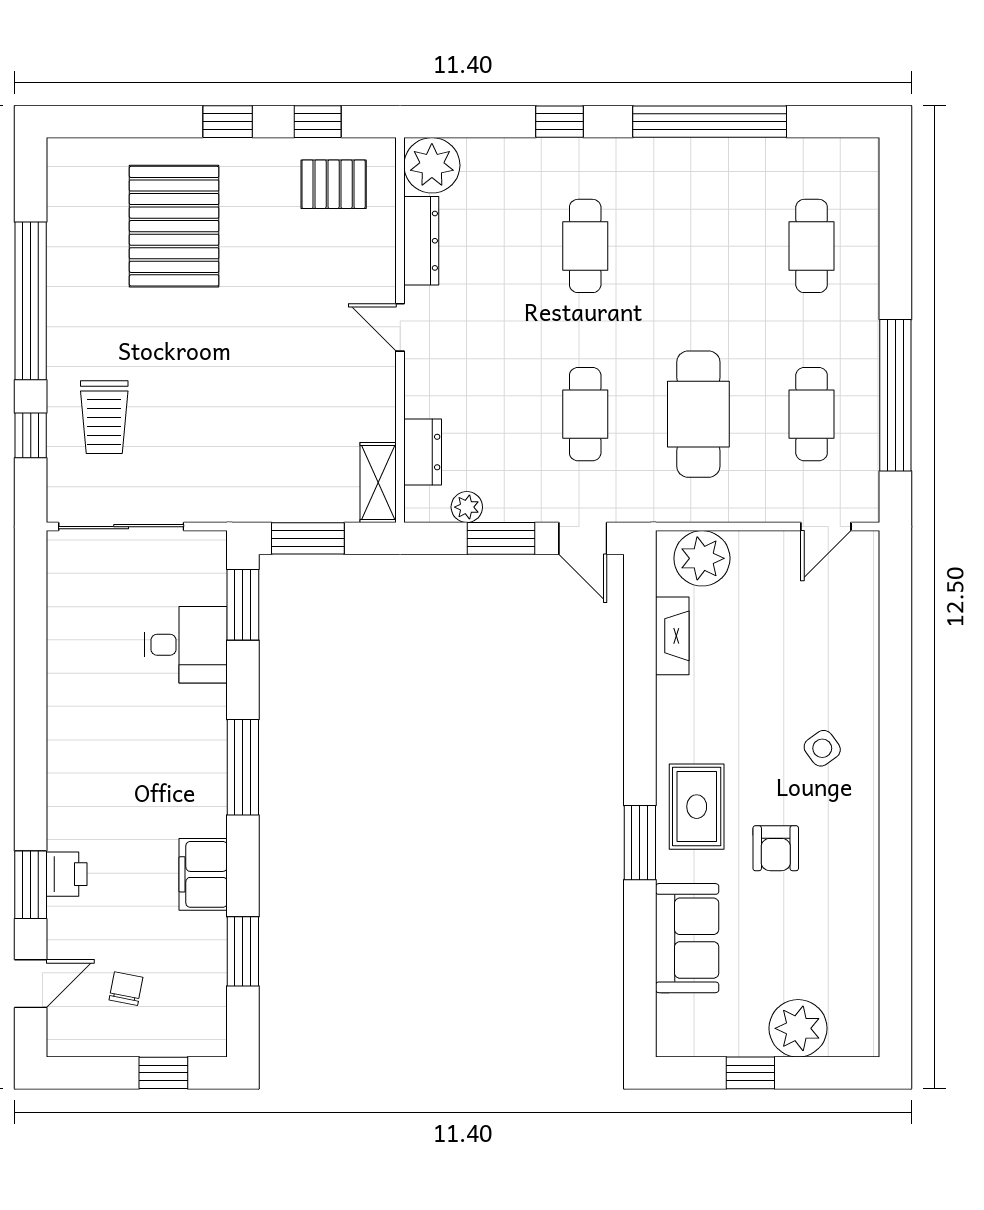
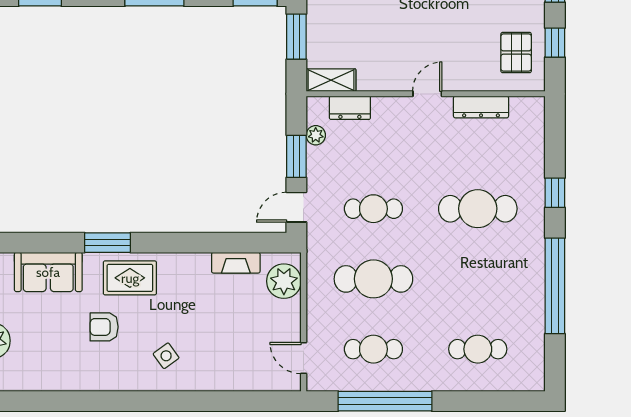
plant: (432, 165) -> (528, 114), removed
cafe table: (585, 246) -> (478, 209), width x1.37, depth x1.35

